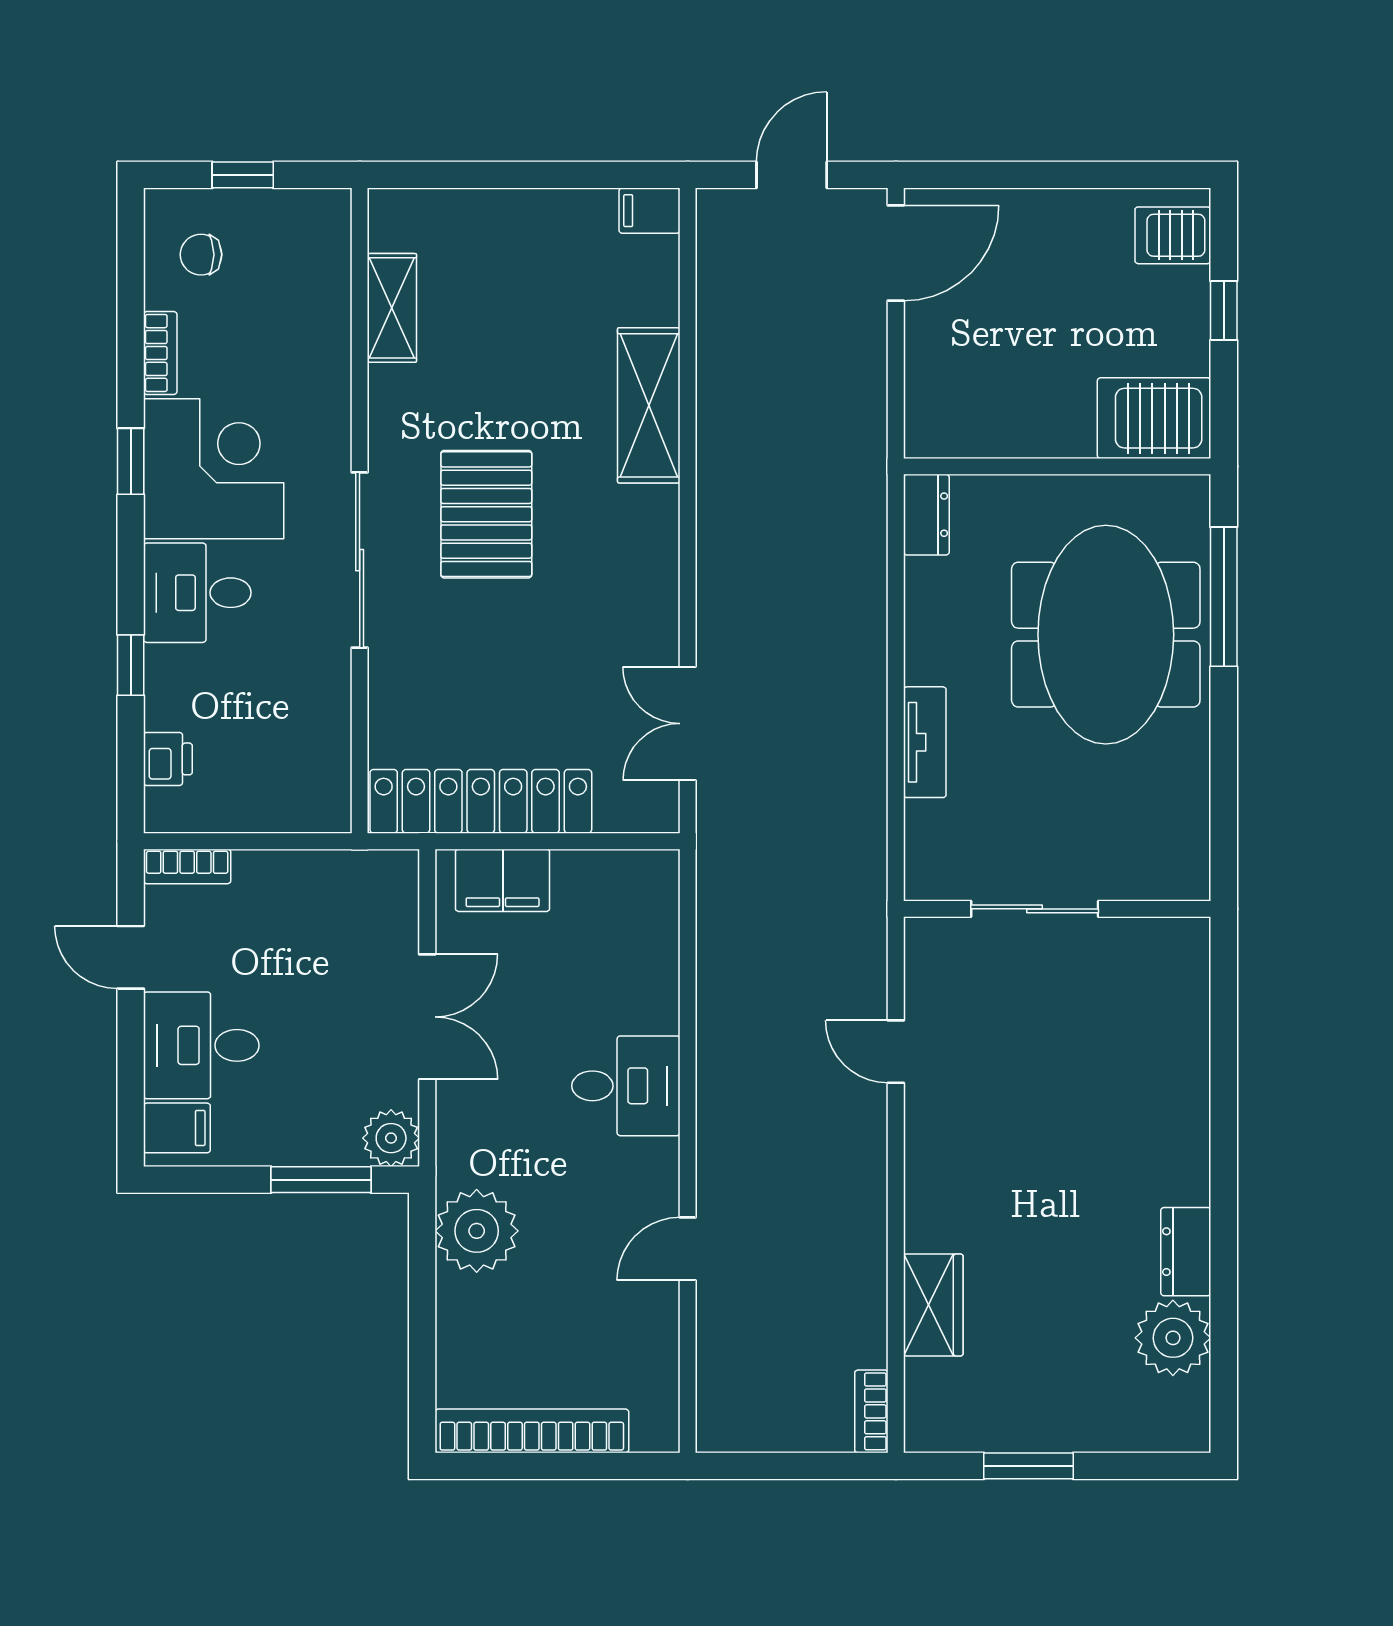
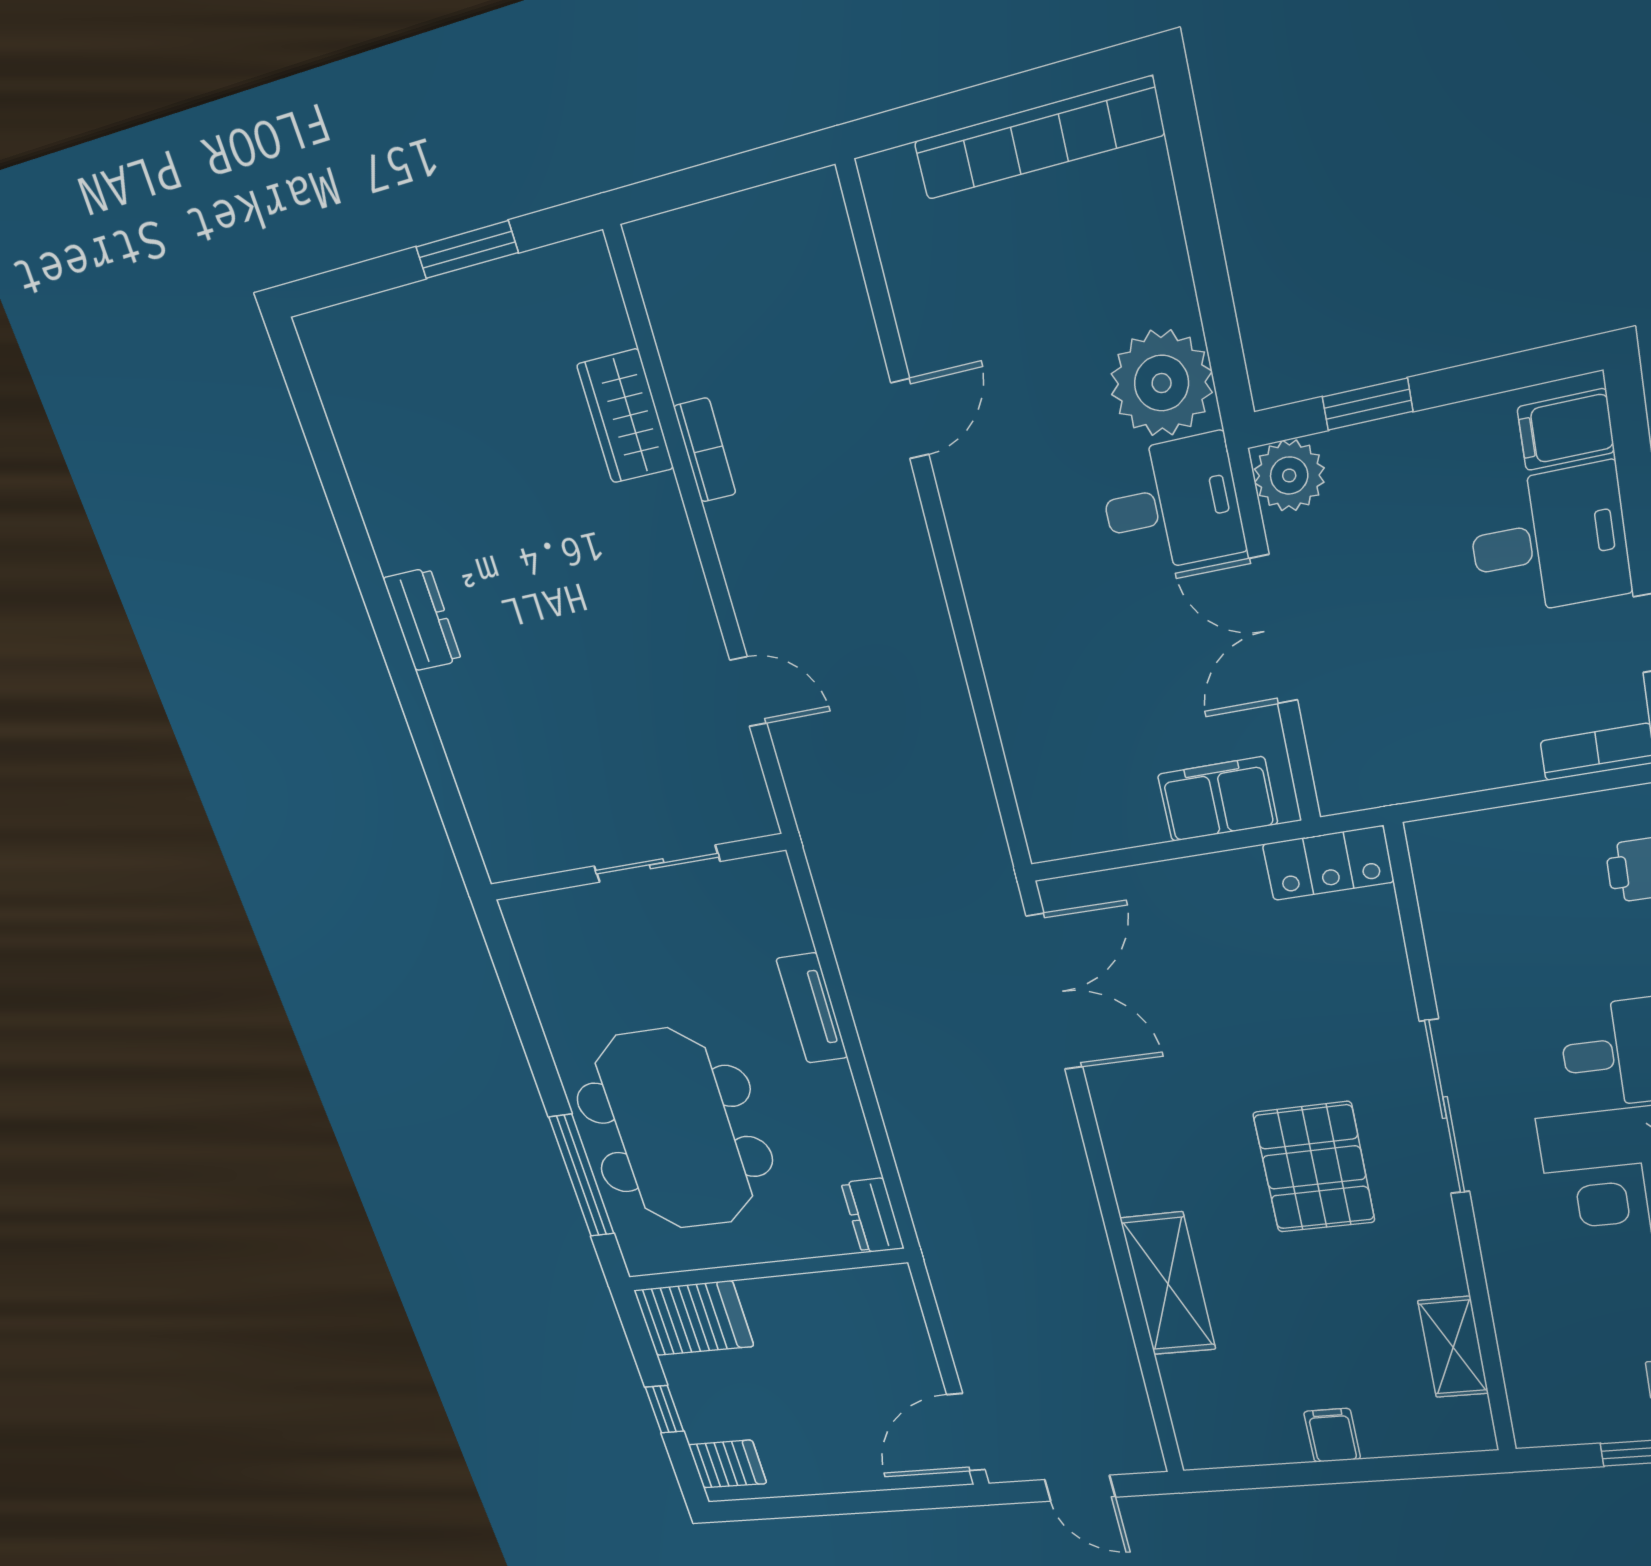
door: (792, 175) -> (1080, 1488), hinge flipped
filing cabinet: (649, 211) -> (1332, 1435), moved, turned -90
double door: (688, 724) -> (1055, 992), width x1.37
locker: (481, 801) -> (1328, 863), width x0.46, depth x0.83
desk: (626, 1086) -> (1171, 504), moved, turned 180
window: (321, 1180) -> (1367, 404), width x0.67
dresser: (1186, 1252) -> (422, 619), moved
plant: (1173, 1338) -> (373, 439), removed
bookcase: (871, 1411) -> (705, 450), moved

